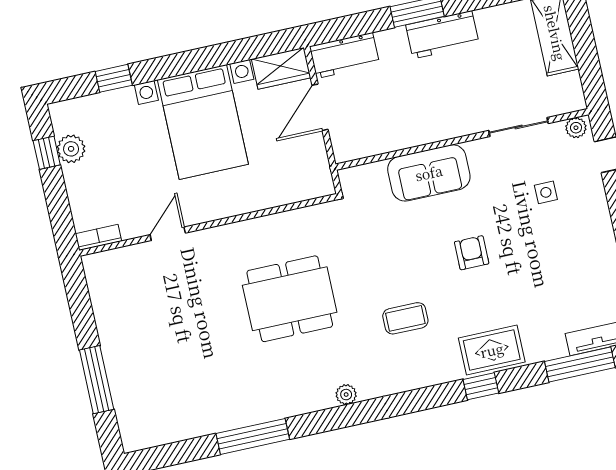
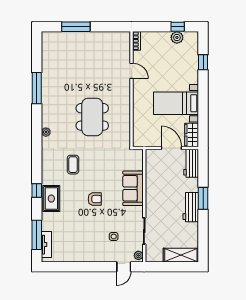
bed with nightstands: (203, 122) -> (176, 103), width x0.73

